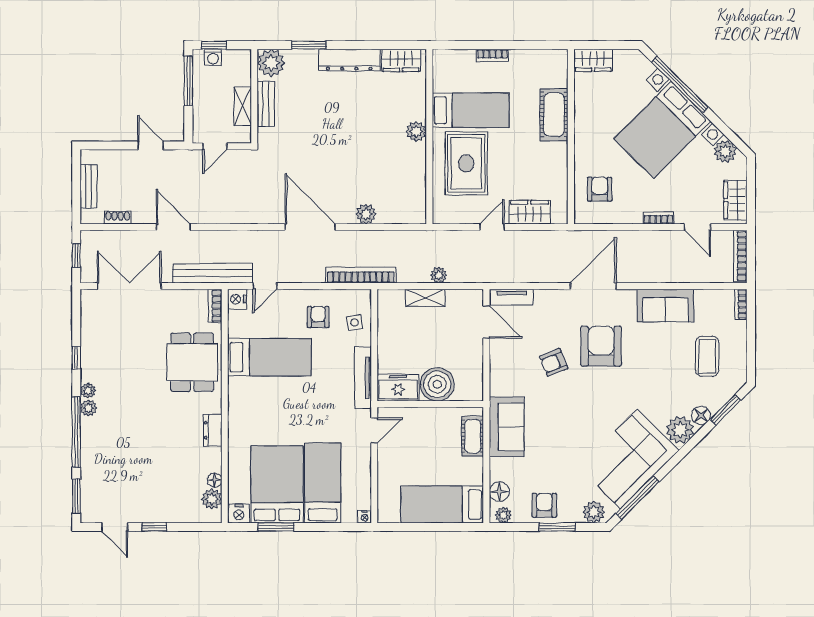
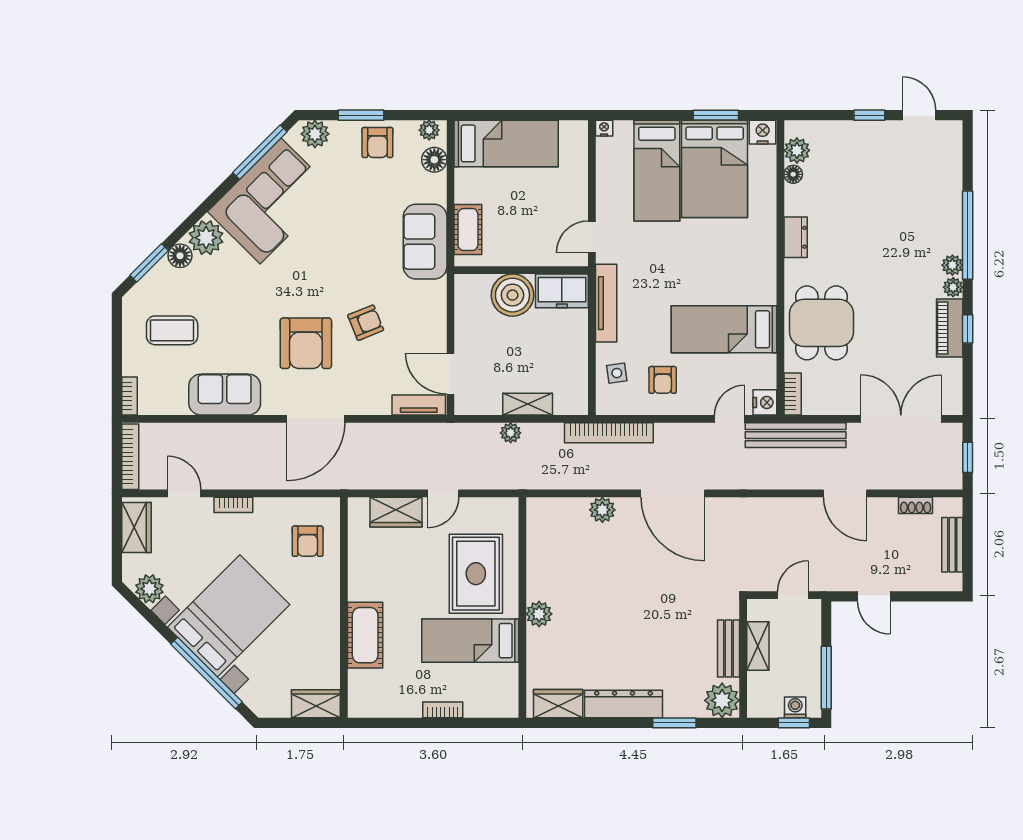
double door: (129, 286) -> (901, 419), swing flipped
coffee table: (707, 356) -> (172, 330), turned 90
piano: (91, 358) -> (950, 328), added
window: (76, 496) -> (968, 154), removed

